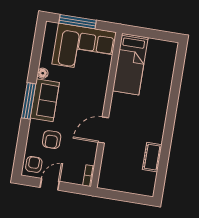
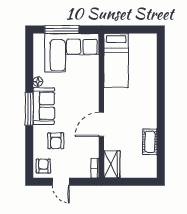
wardrobe: (108, 175) -> (112, 164), added
door: (50, 184) -> (61, 182), swing flipped

